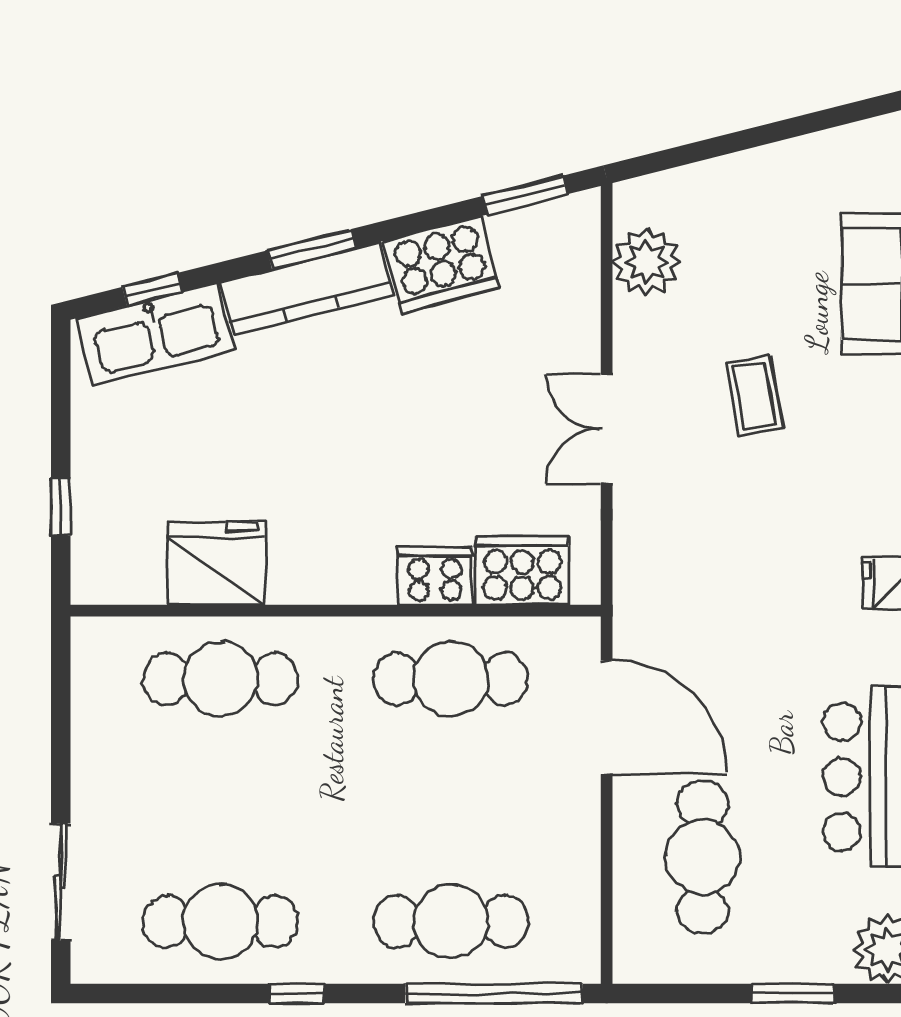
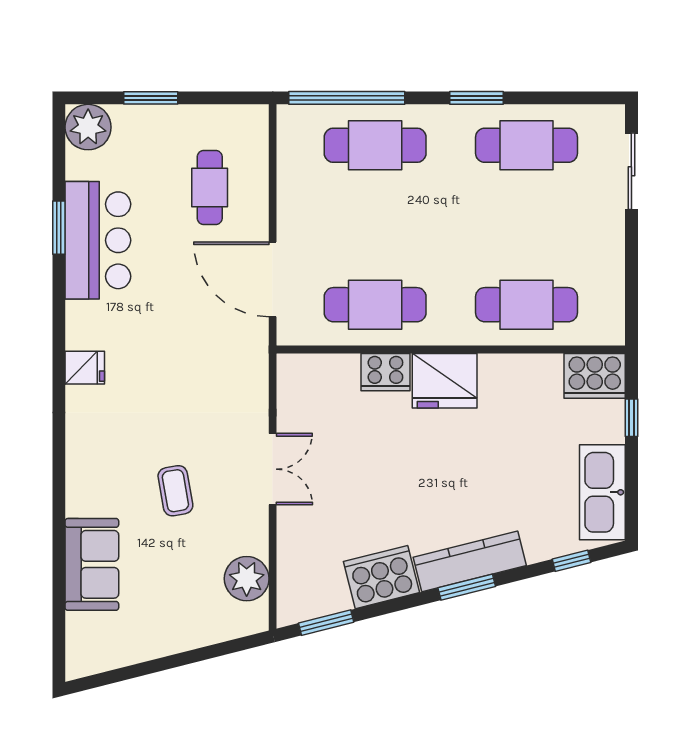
kitchen sink: (155, 334) -> (602, 492), moved, turned -76
fridge: (216, 563) -> (445, 381), moved
cooker: (522, 571) -> (595, 376), moved
cafe table: (702, 857) -> (210, 188), width x0.73, depth x0.74
window: (297, 994) -> (476, 98), width x1.50

